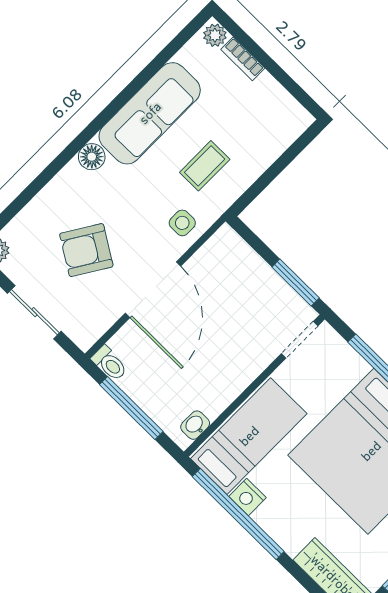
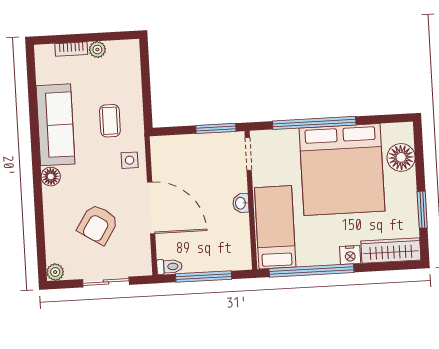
plant: (215, 35) -> (97, 50), moved
washbasin: (195, 425) -> (241, 203), moved
nightstand: (247, 497) -> (350, 255), moved

